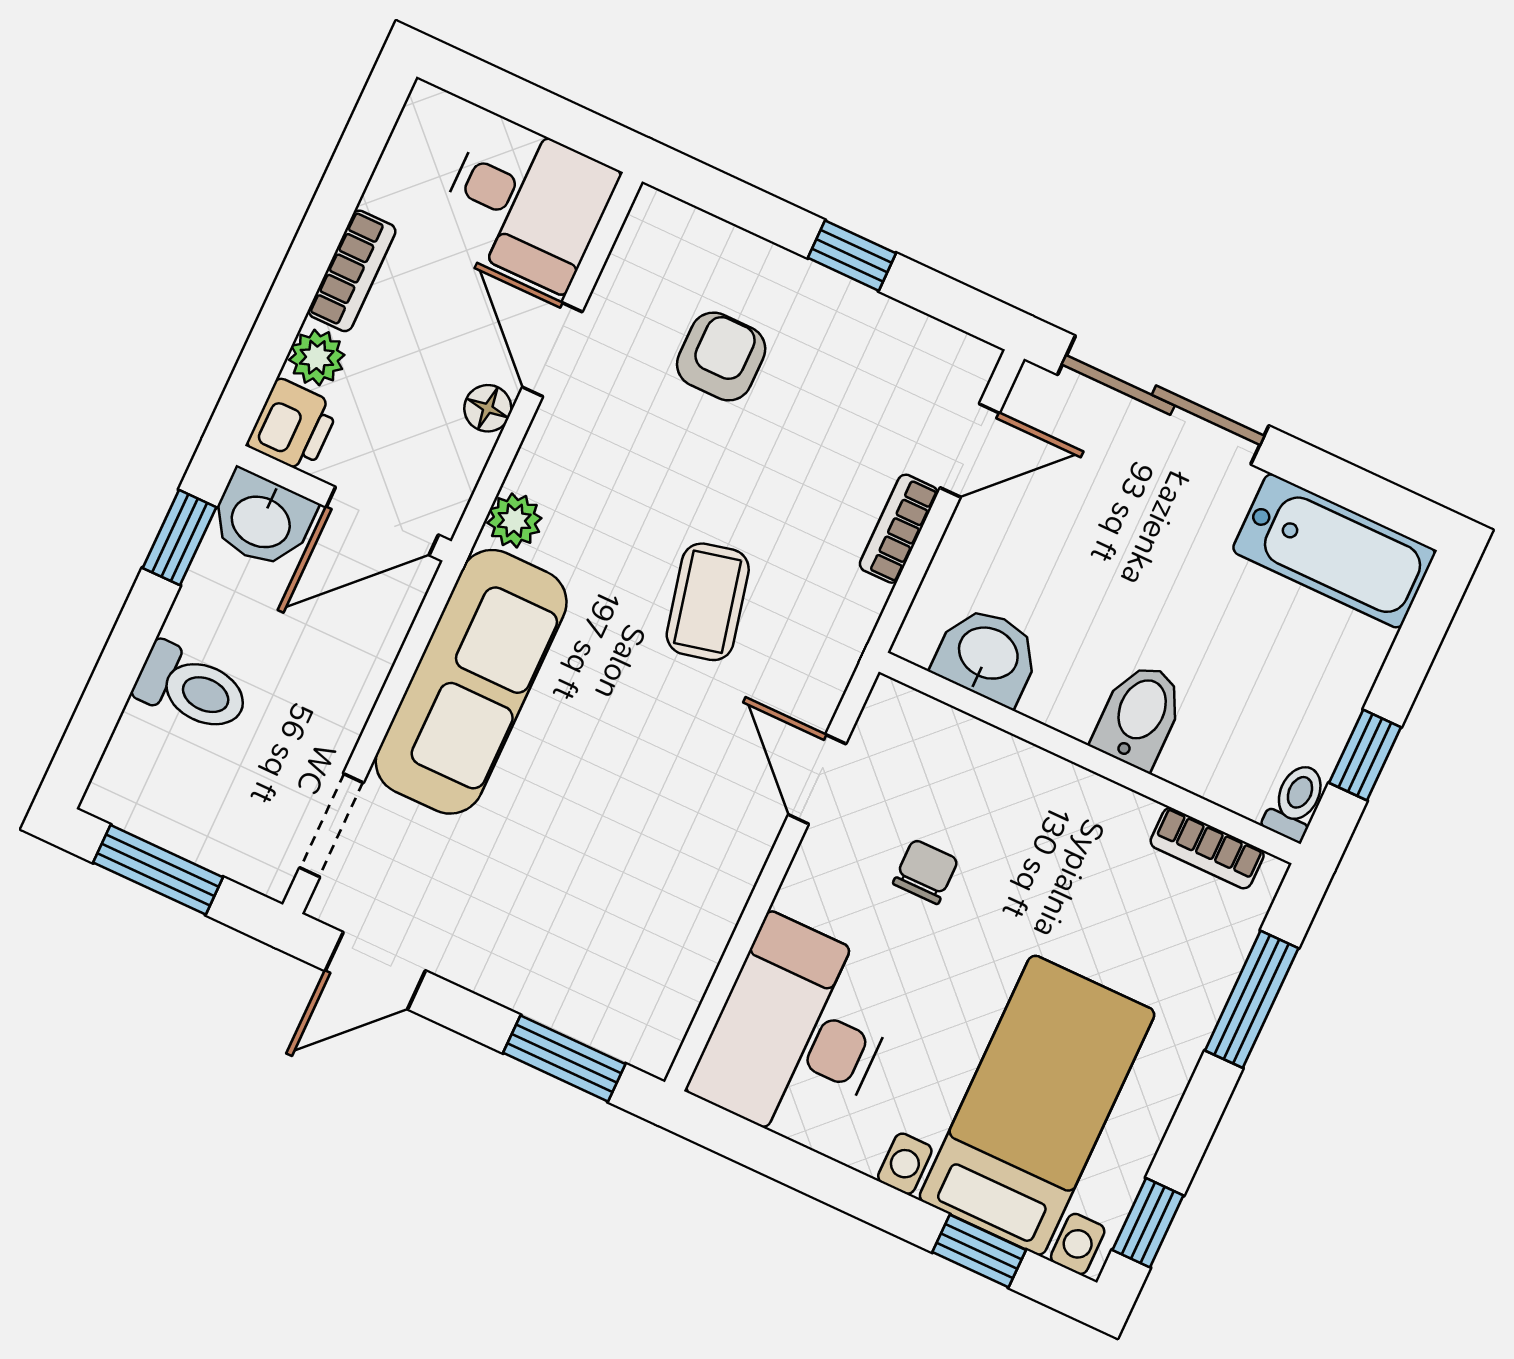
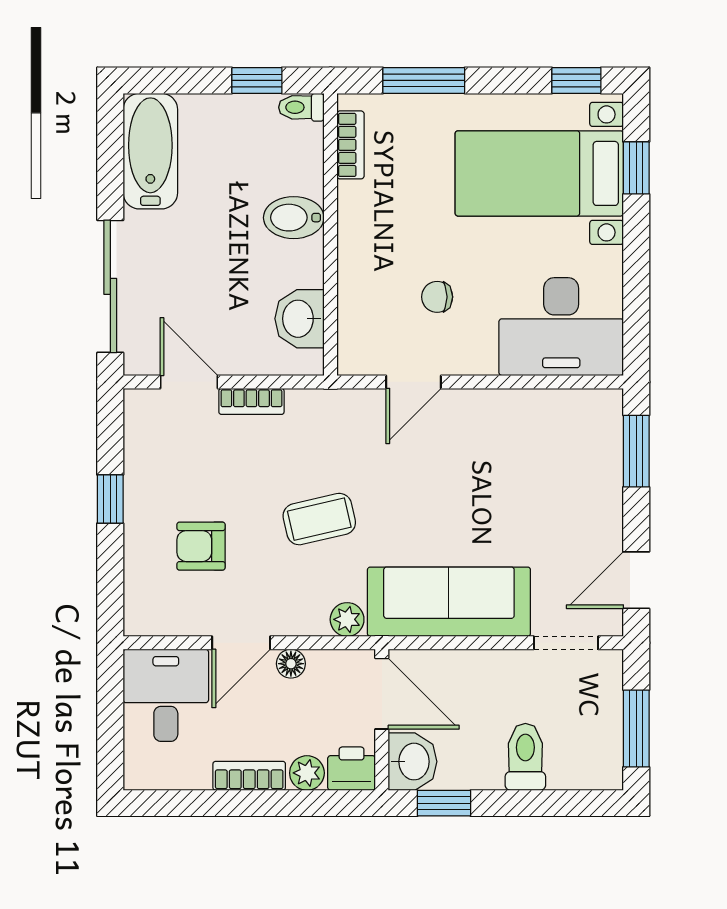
coffee table: (708, 602) -> (319, 519), moved
door: (375, 971) -> (636, 580), swing flipped

